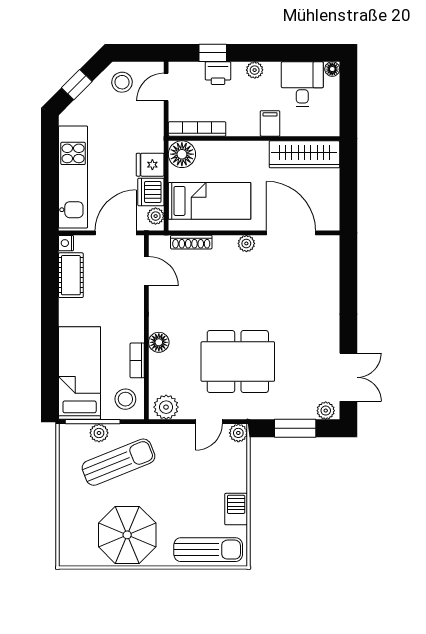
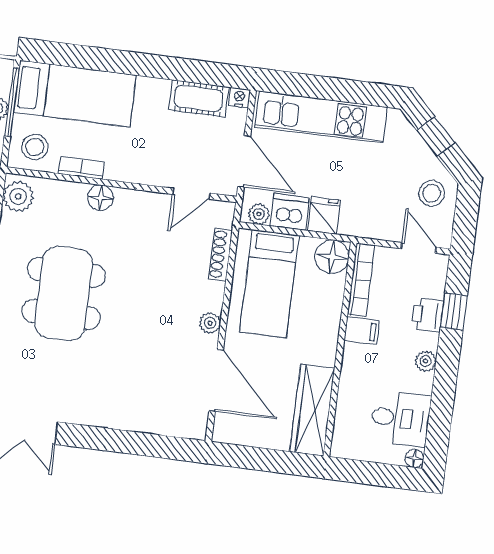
filing cabinet: (270, 123) -> (362, 331), moved
door: (291, 233) -> (216, 381), hinge flipped

